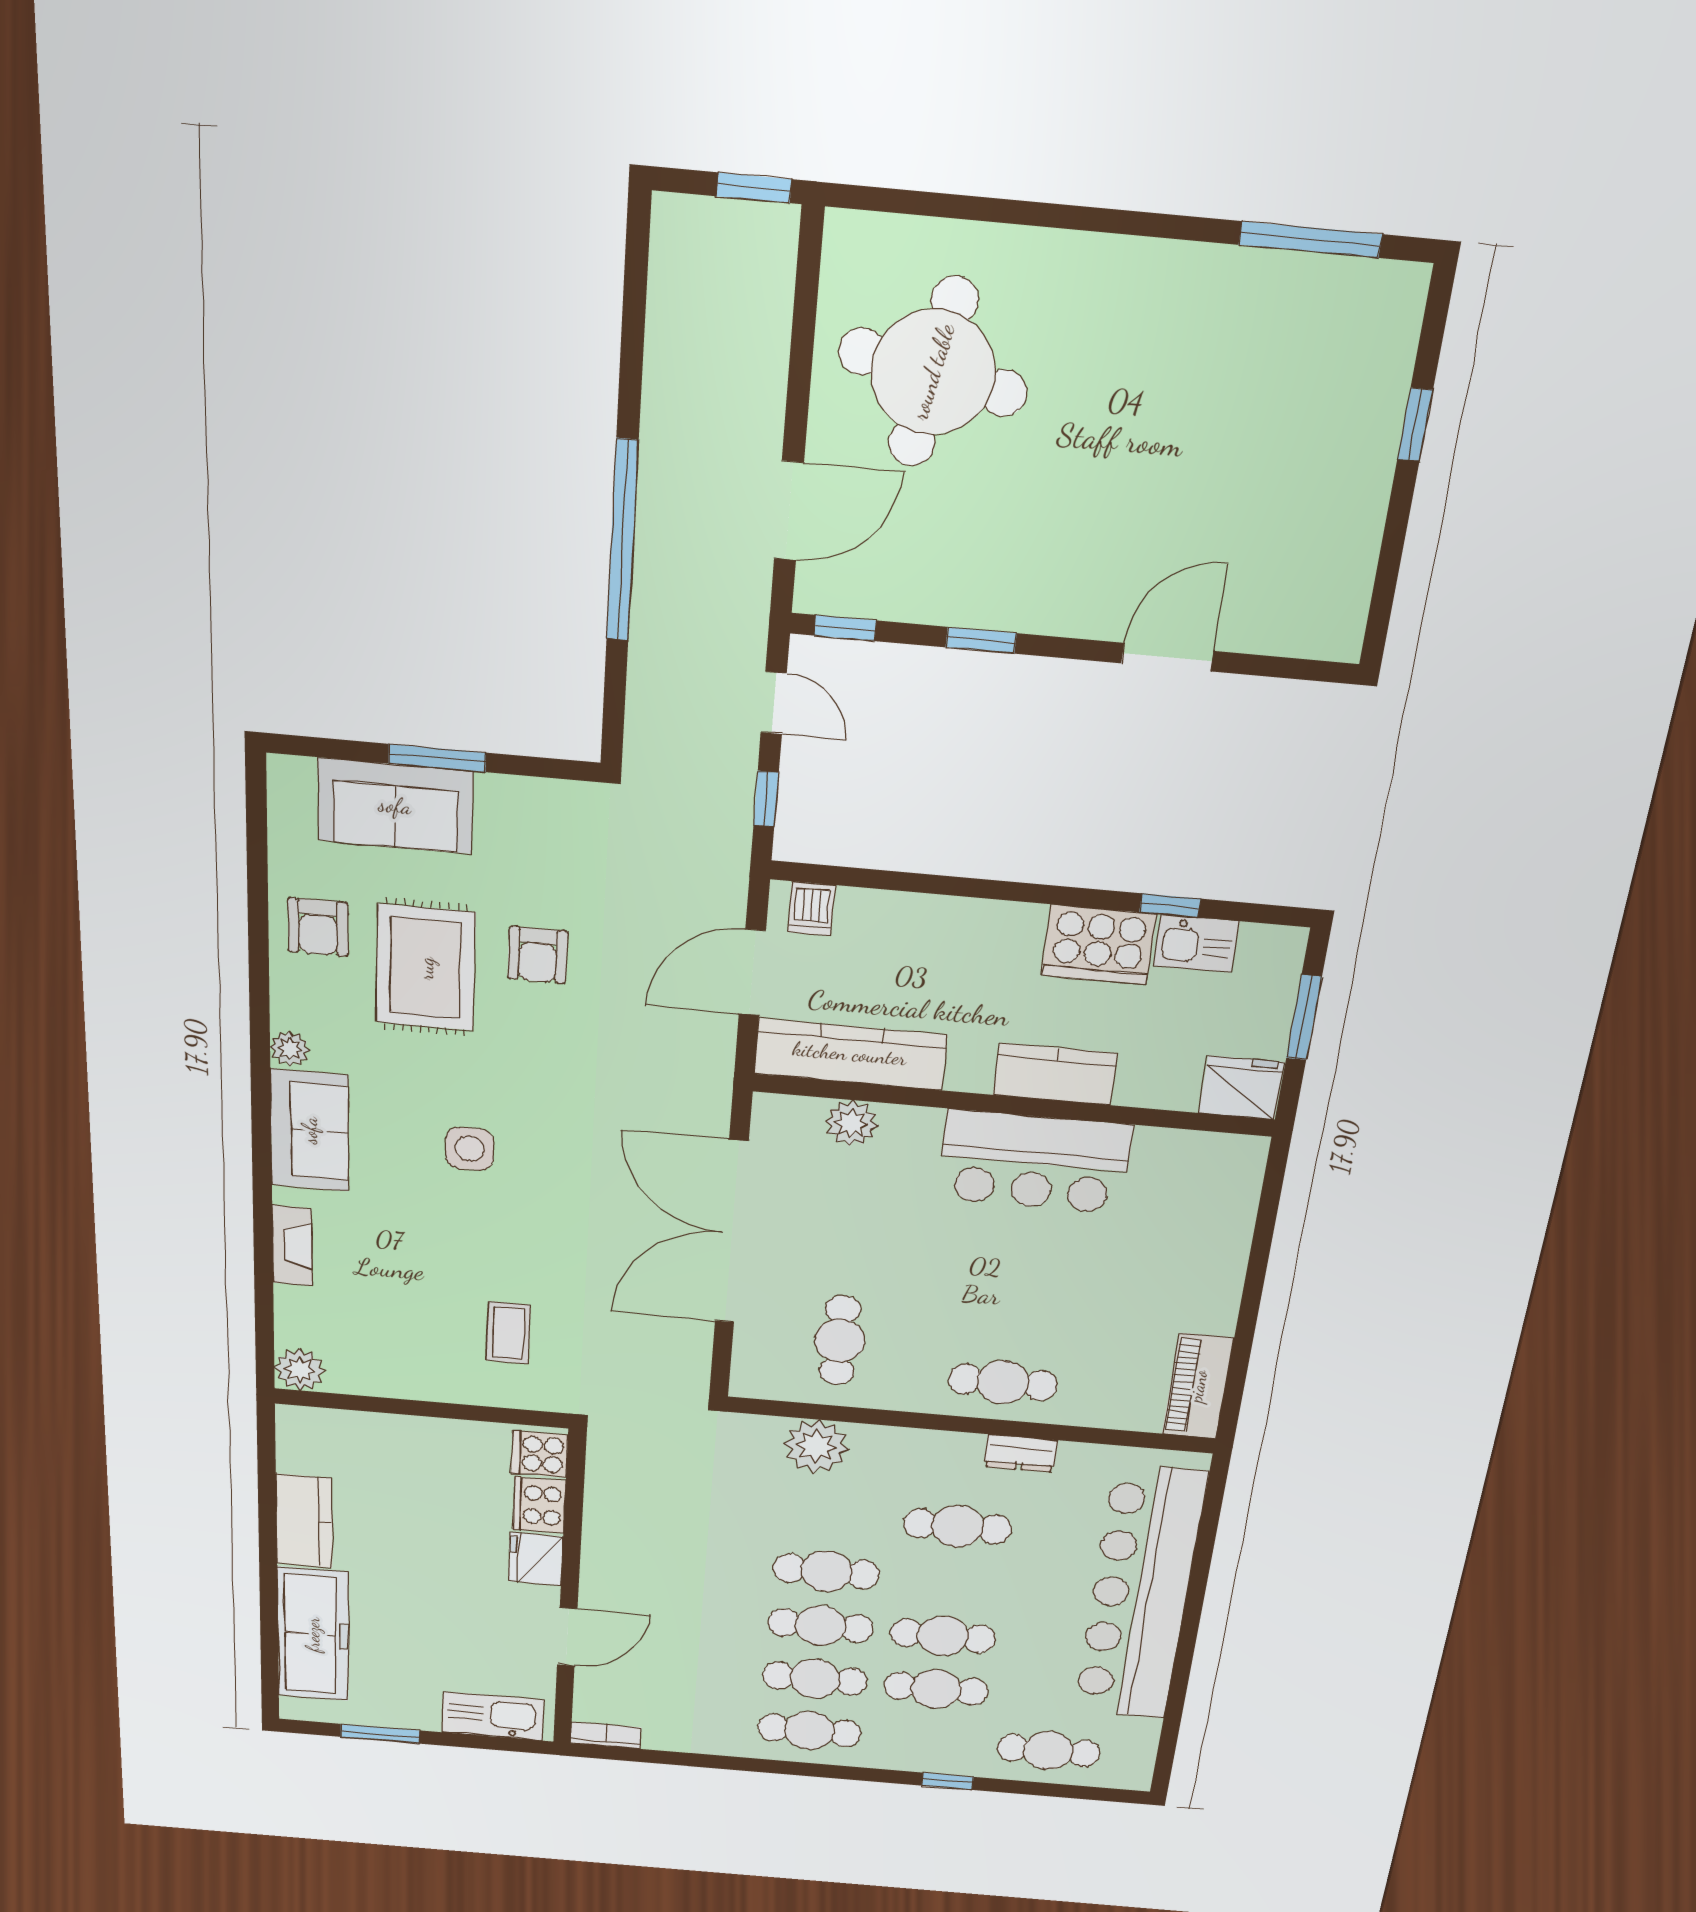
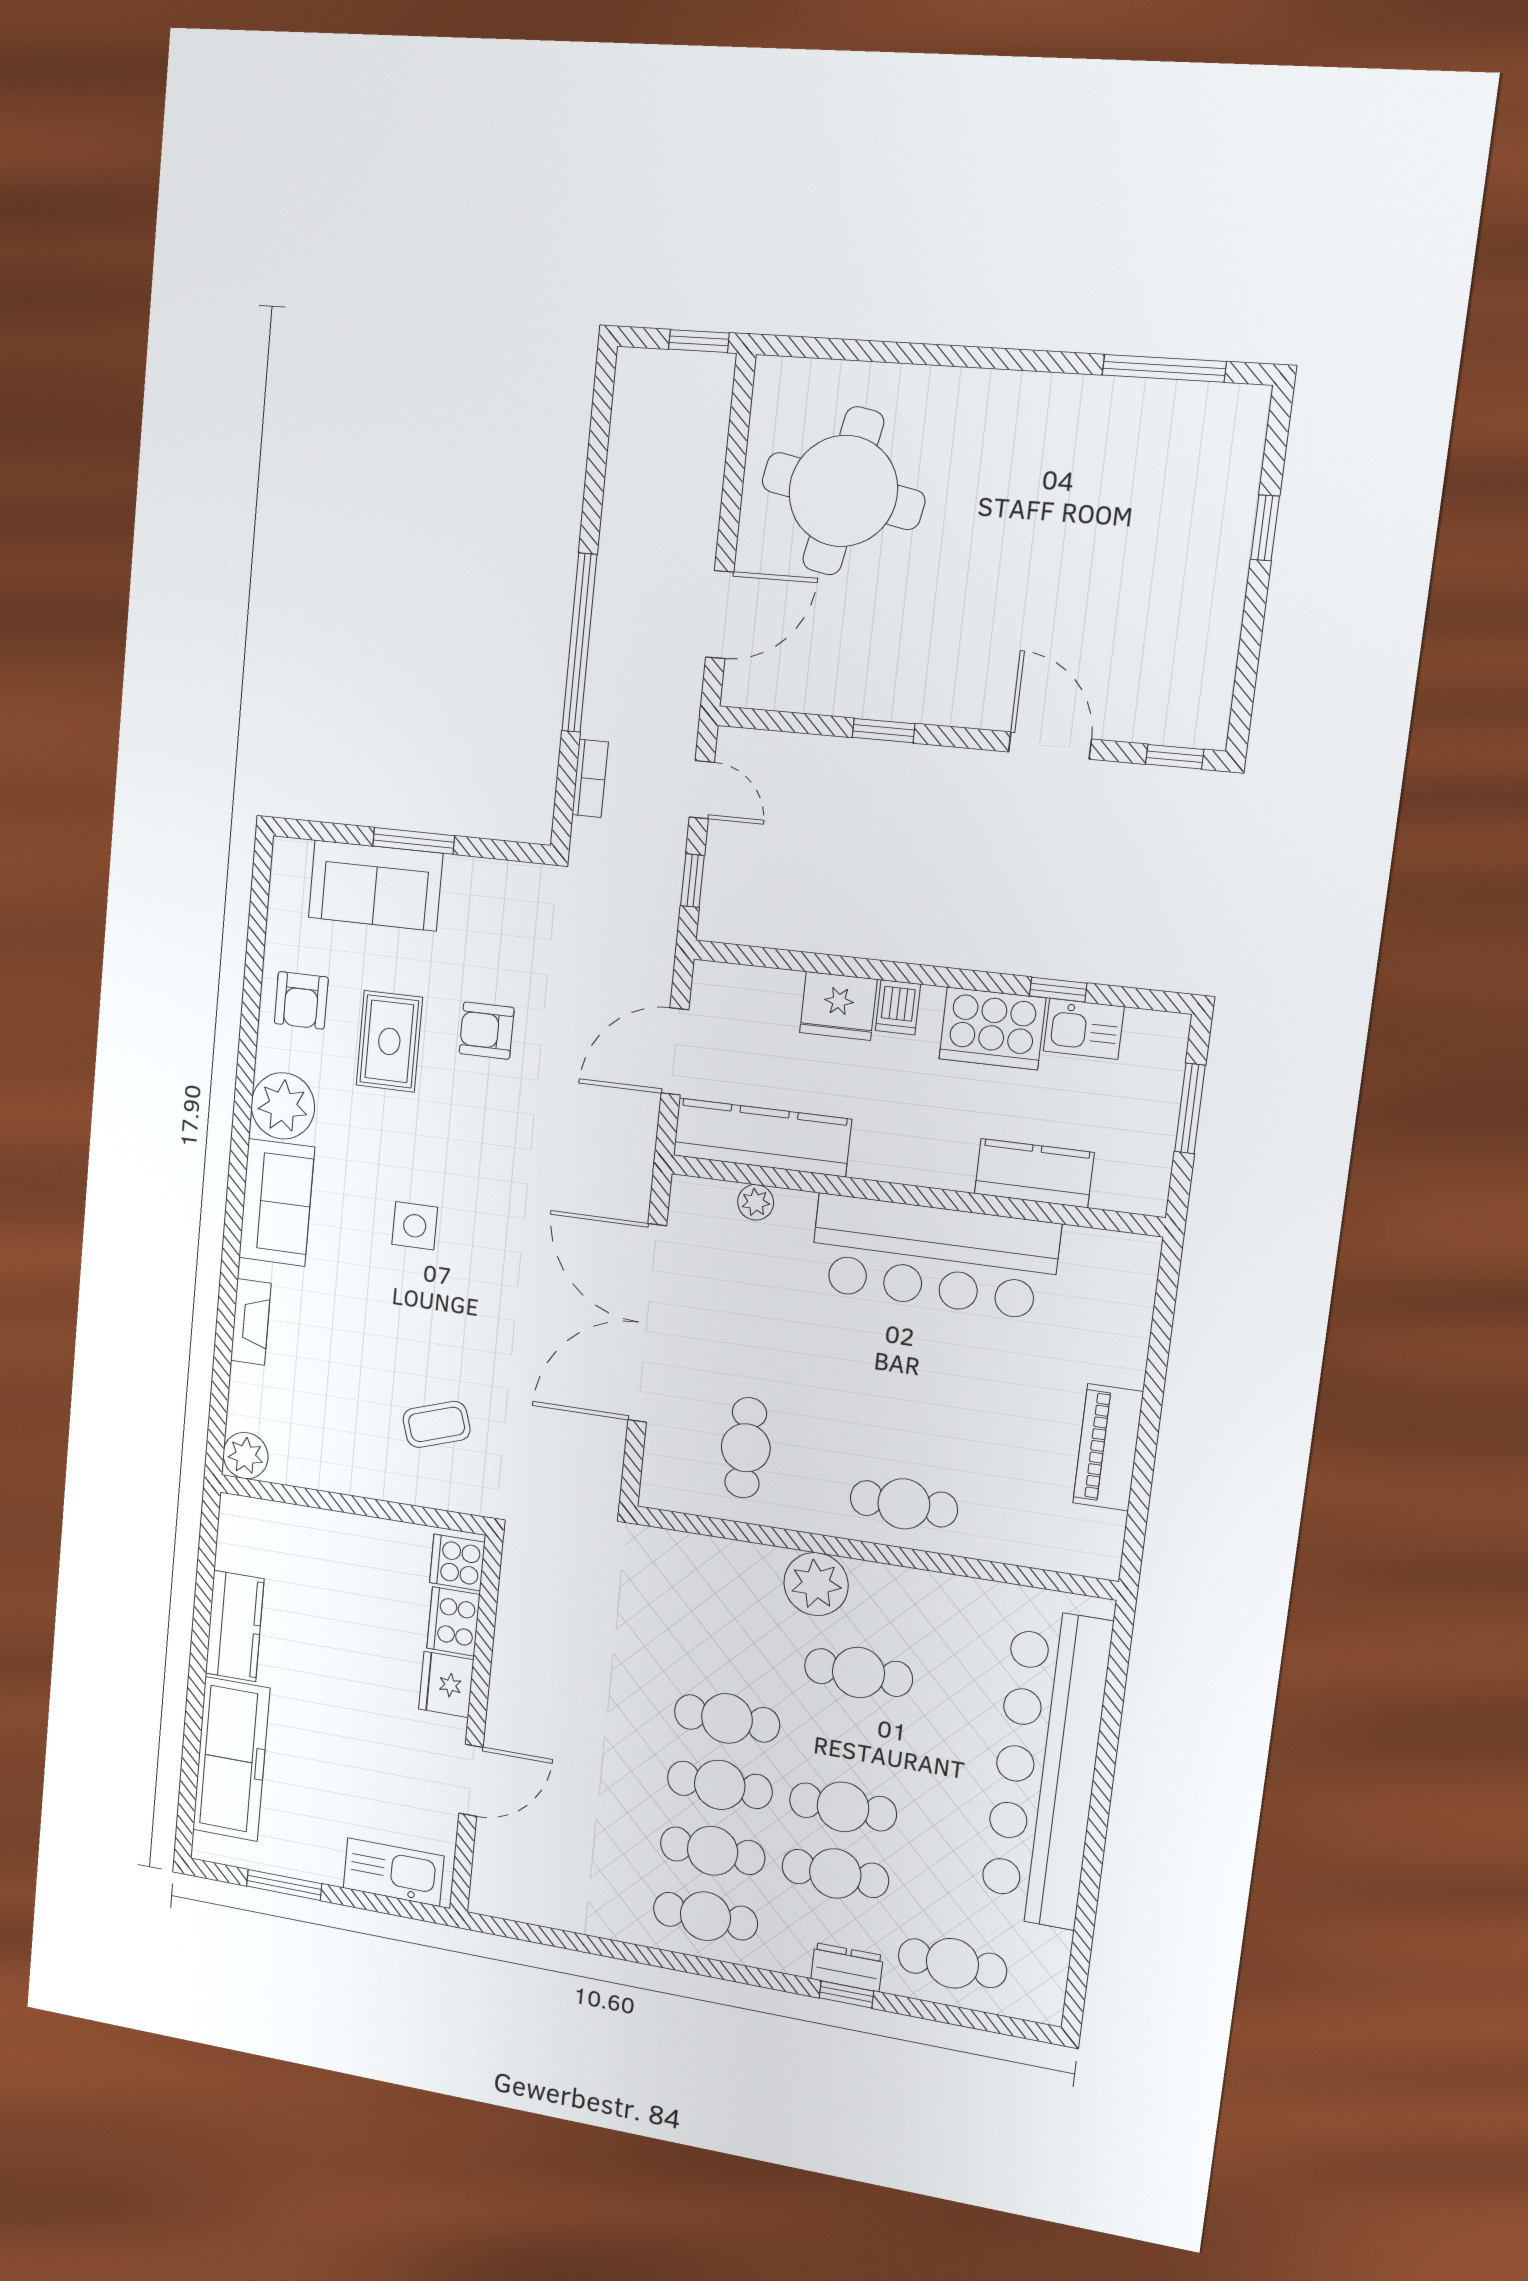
window: (845, 628) -> (1175, 757), moved
door: (1167, 657) -> (1050, 746), hinge flipped
dishwasher: (811, 909) -> (898, 1007), moved
armchair: (538, 955) -> (487, 1031), turned 90
rug: (426, 968) -> (389, 1041), width x0.73, depth x0.70
plant: (290, 1049) -> (283, 1106), width x1.88, depth x1.88
kitchen counter: (1055, 1074) -> (1034, 1173), moved
fridge: (1241, 1088) -> (838, 1006), moved, turned 180
plant: (852, 1123) -> (756, 1202), width x0.73, depth x0.73
bar counter: (1035, 1162) -> (934, 1257), width x1.36
coffee table: (508, 1333) -> (437, 1424), turned 72
piano: (1198, 1386) -> (1108, 1447), moved
plant: (816, 1446) -> (816, 1584), moved
dresser: (1021, 1453) -> (847, 1967), moved, turned 180
bookcase: (606, 1735) -> (590, 778), moved, turned 90

